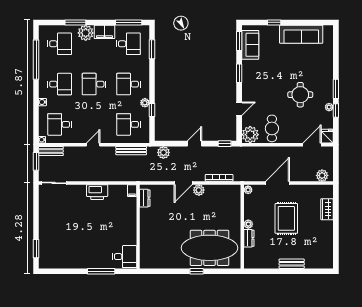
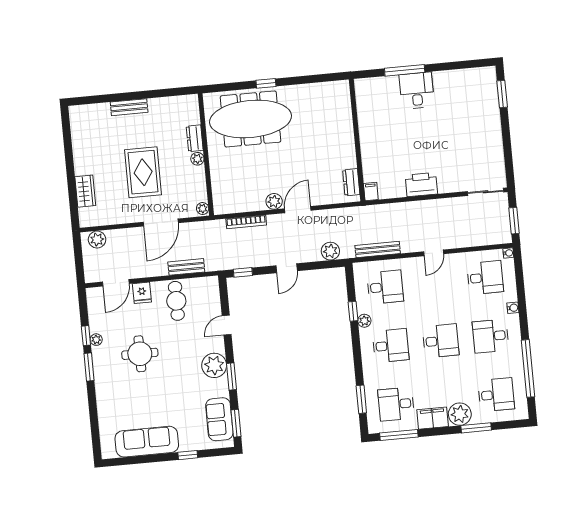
desk: (60, 44) -> (496, 395), turned 180
plant: (250, 135) -> (214, 365), moved
fridge: (327, 136) -> (142, 293), moved
bench: (51, 151) -> (186, 267), moved
desk: (125, 257) -> (417, 91), moved, turned 90

